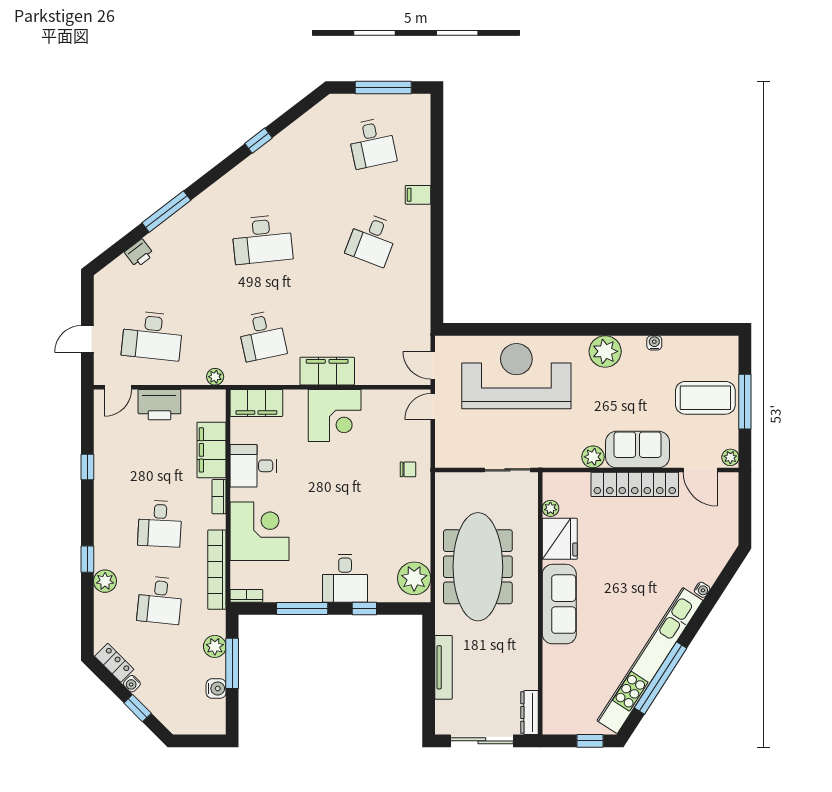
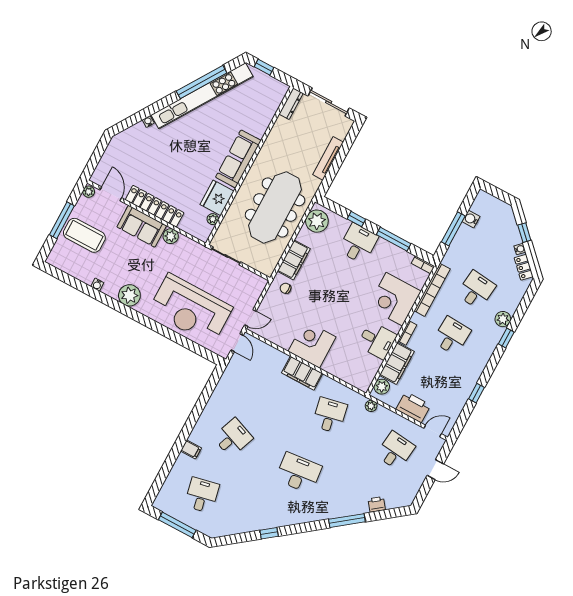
desk: (152, 336) -> (395, 451), width x0.73
filing cabinet: (256, 403) -> (294, 260), moved, turned 90
plant: (215, 646) -> (382, 387), moved

